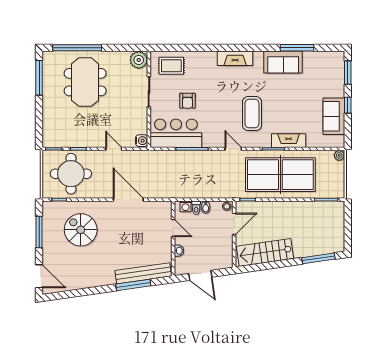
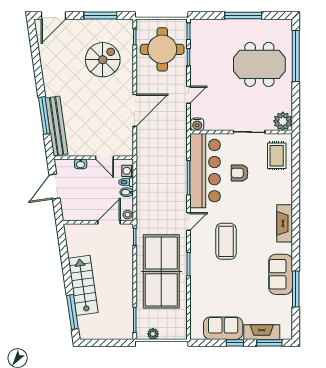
window: (39, 78) -> (243, 16), moved
coffee table: (252, 114) -> (226, 241), turned 90
bar counter: (176, 133) -> (205, 171), width x1.36
fireplace: (289, 141) -> (262, 332), moved, turned -90
plant: (339, 155) -> (153, 334), moved
door: (234, 224) -> (109, 222), swing flipped
door: (173, 228) -> (105, 158), hinge flipped
stairs: (265, 252) -> (83, 285), moved

